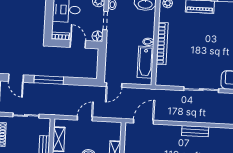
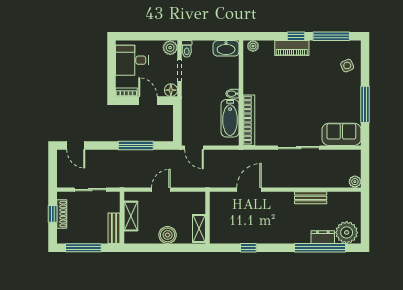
bookcase: (162, 43) -> (249, 120), moved
window: (49, 80) -> (136, 146), moved
door: (114, 85) -> (194, 148), hinge flipped
door: (144, 122) -> (249, 190), moved
bench: (195, 131) -> (311, 198), moved

